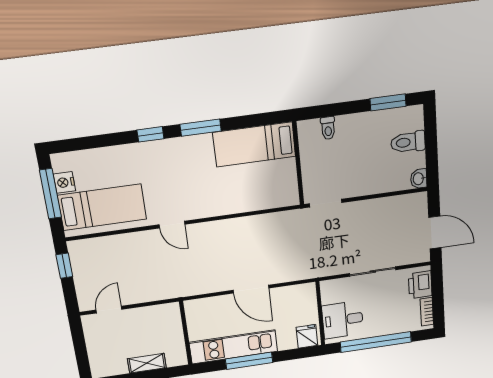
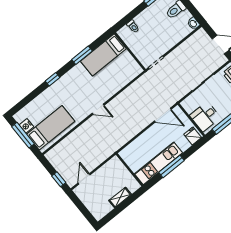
window: (201, 128) -> (82, 55), moved
door: (172, 225) -> (98, 109), moved
window: (64, 266) -> (59, 179), moved
door: (251, 289) -> (163, 115), moved

